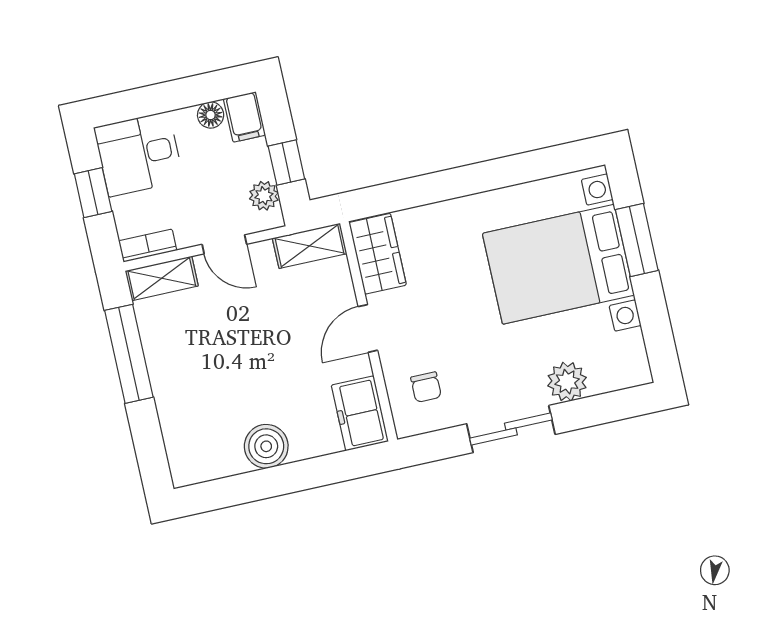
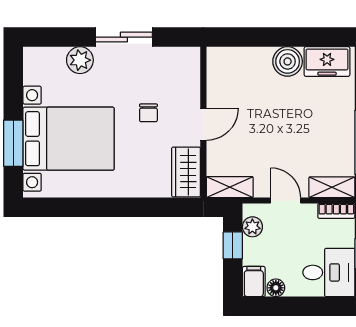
chair: (426, 387) -> (148, 113), moved, turned 180
freezer: (360, 413) -> (327, 62), moved, turned 90

